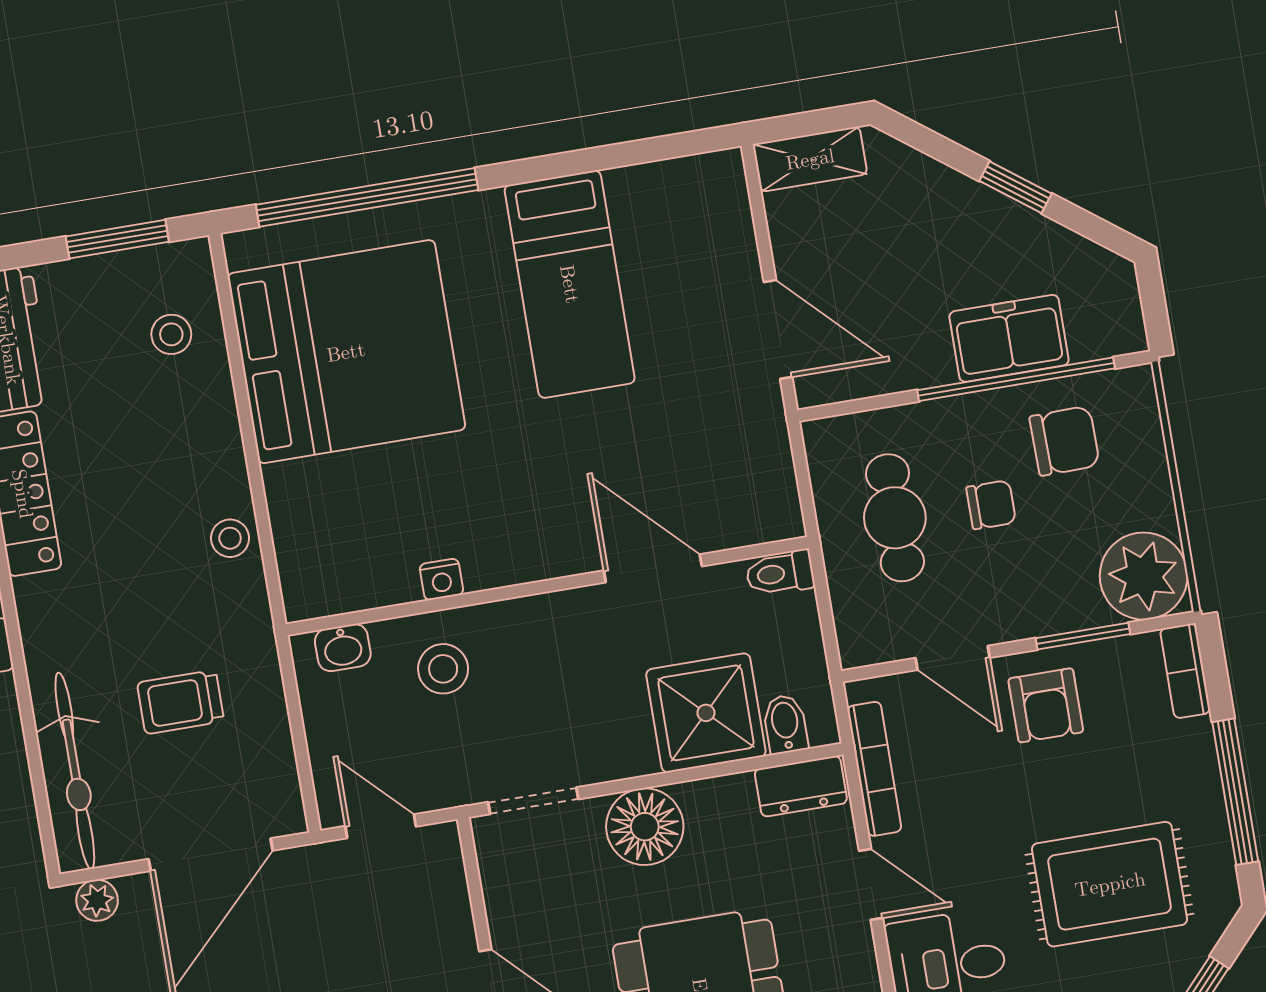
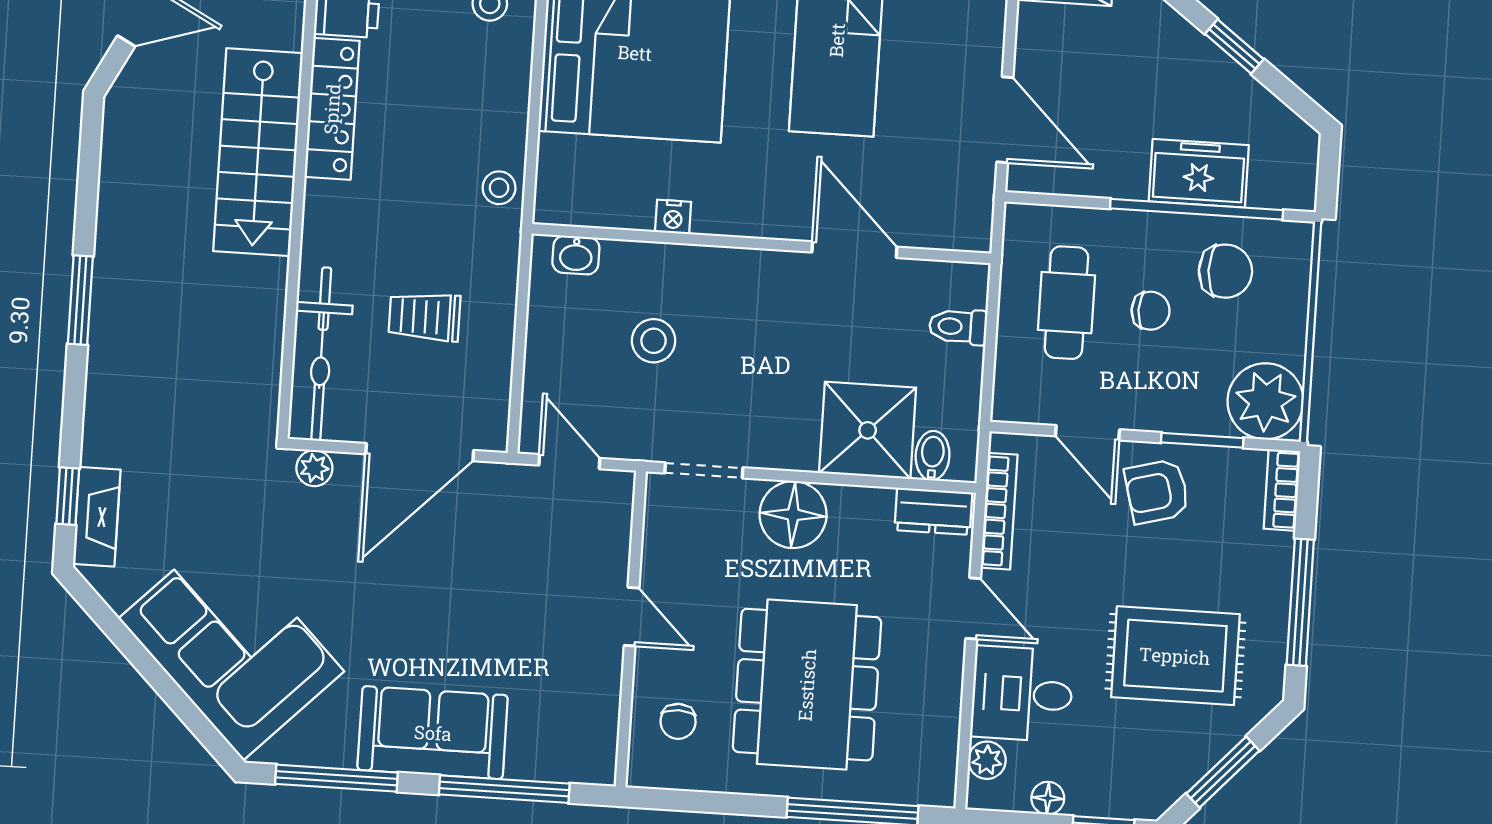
door: (653, 568) -> (854, 250), moved
nightstand: (441, 579) -> (673, 217), moved
wall: (547, 586) -> (761, 244), moved
washbasin: (343, 648) -> (576, 255), moved
armchair: (1046, 705) -> (1157, 491), turned 75

